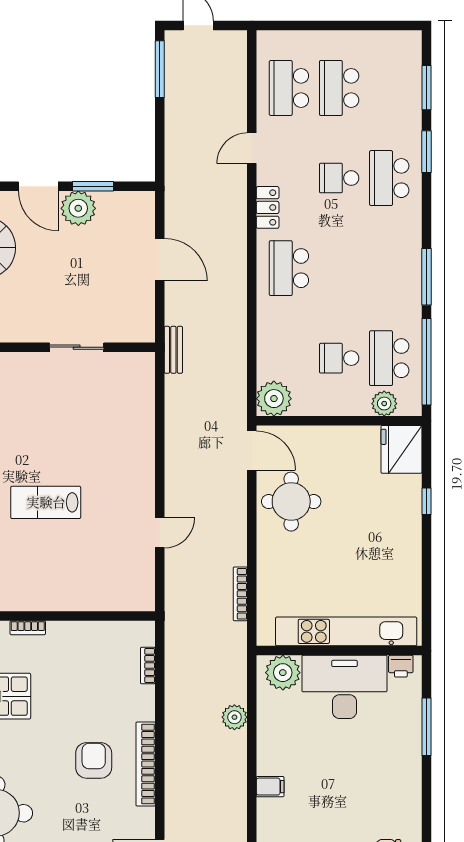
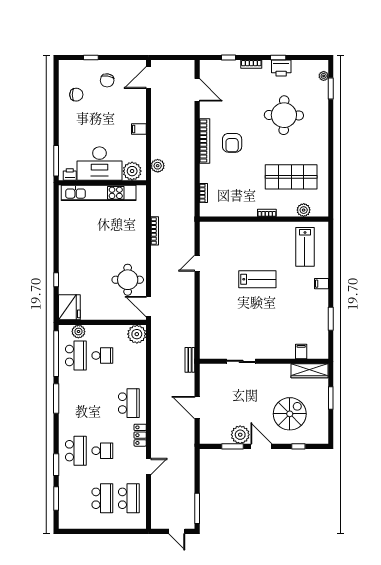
kitchen unit: (346, 631) -> (99, 193), moved
wall: (339, 651) -> (102, 183), moved
printer: (401, 666) -> (70, 174), moved
plant: (283, 673) -> (132, 171), moved
desk: (344, 687) -> (99, 163), moved

